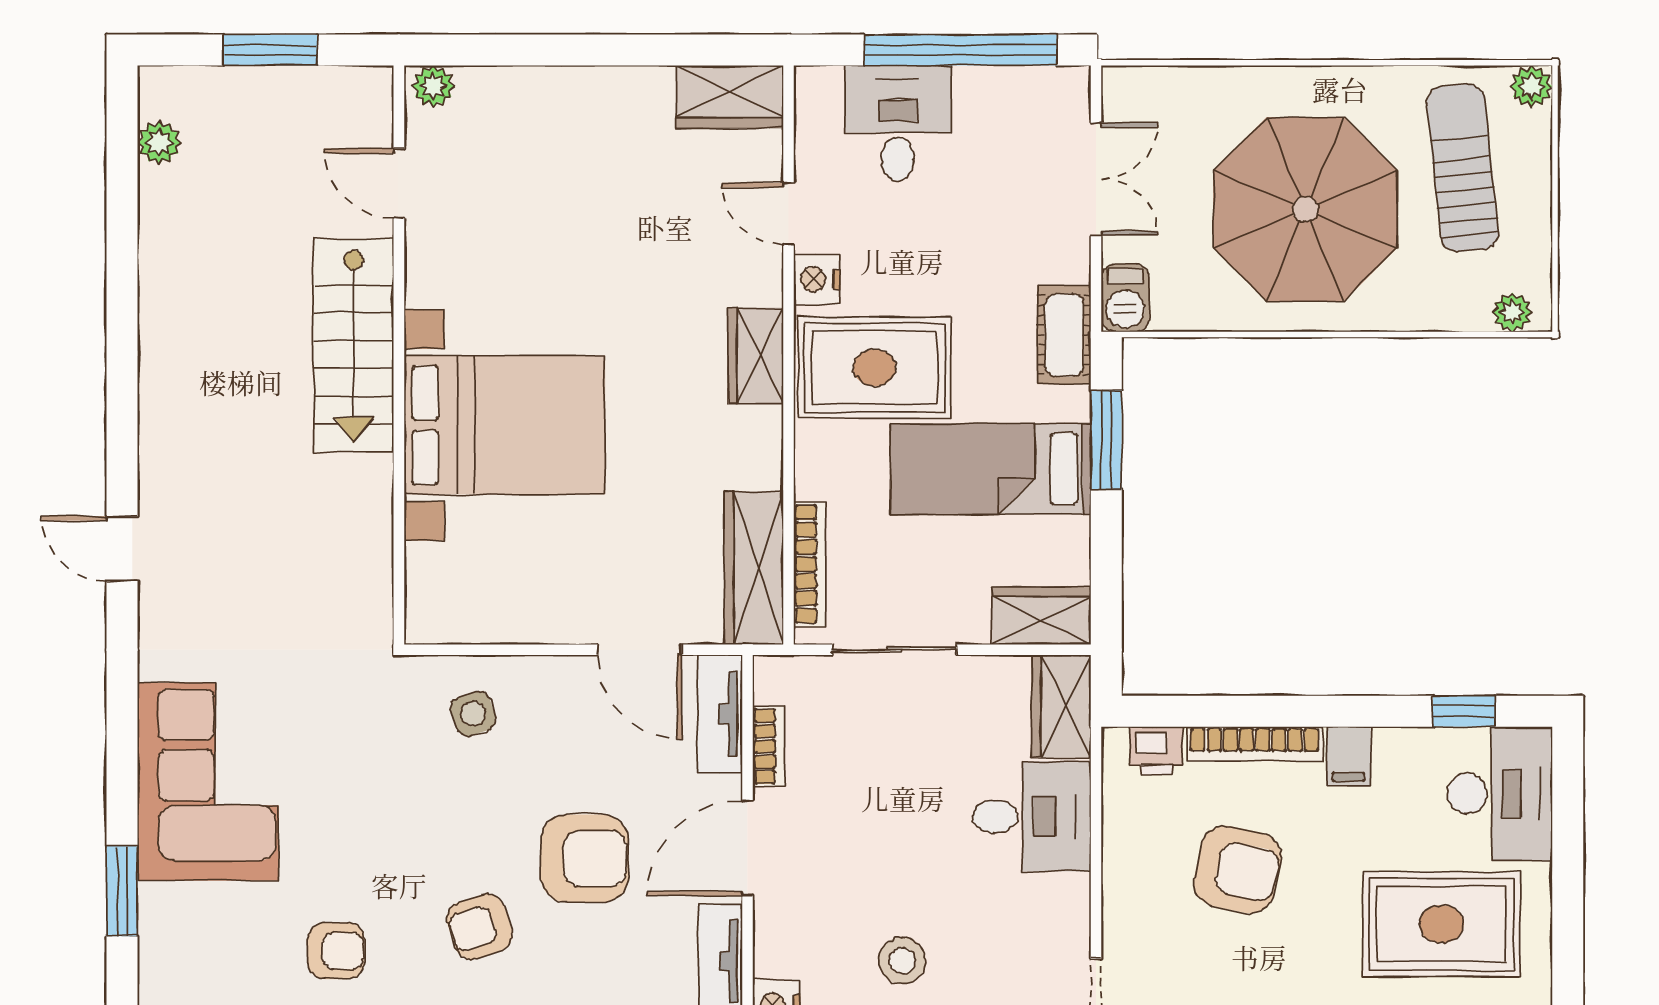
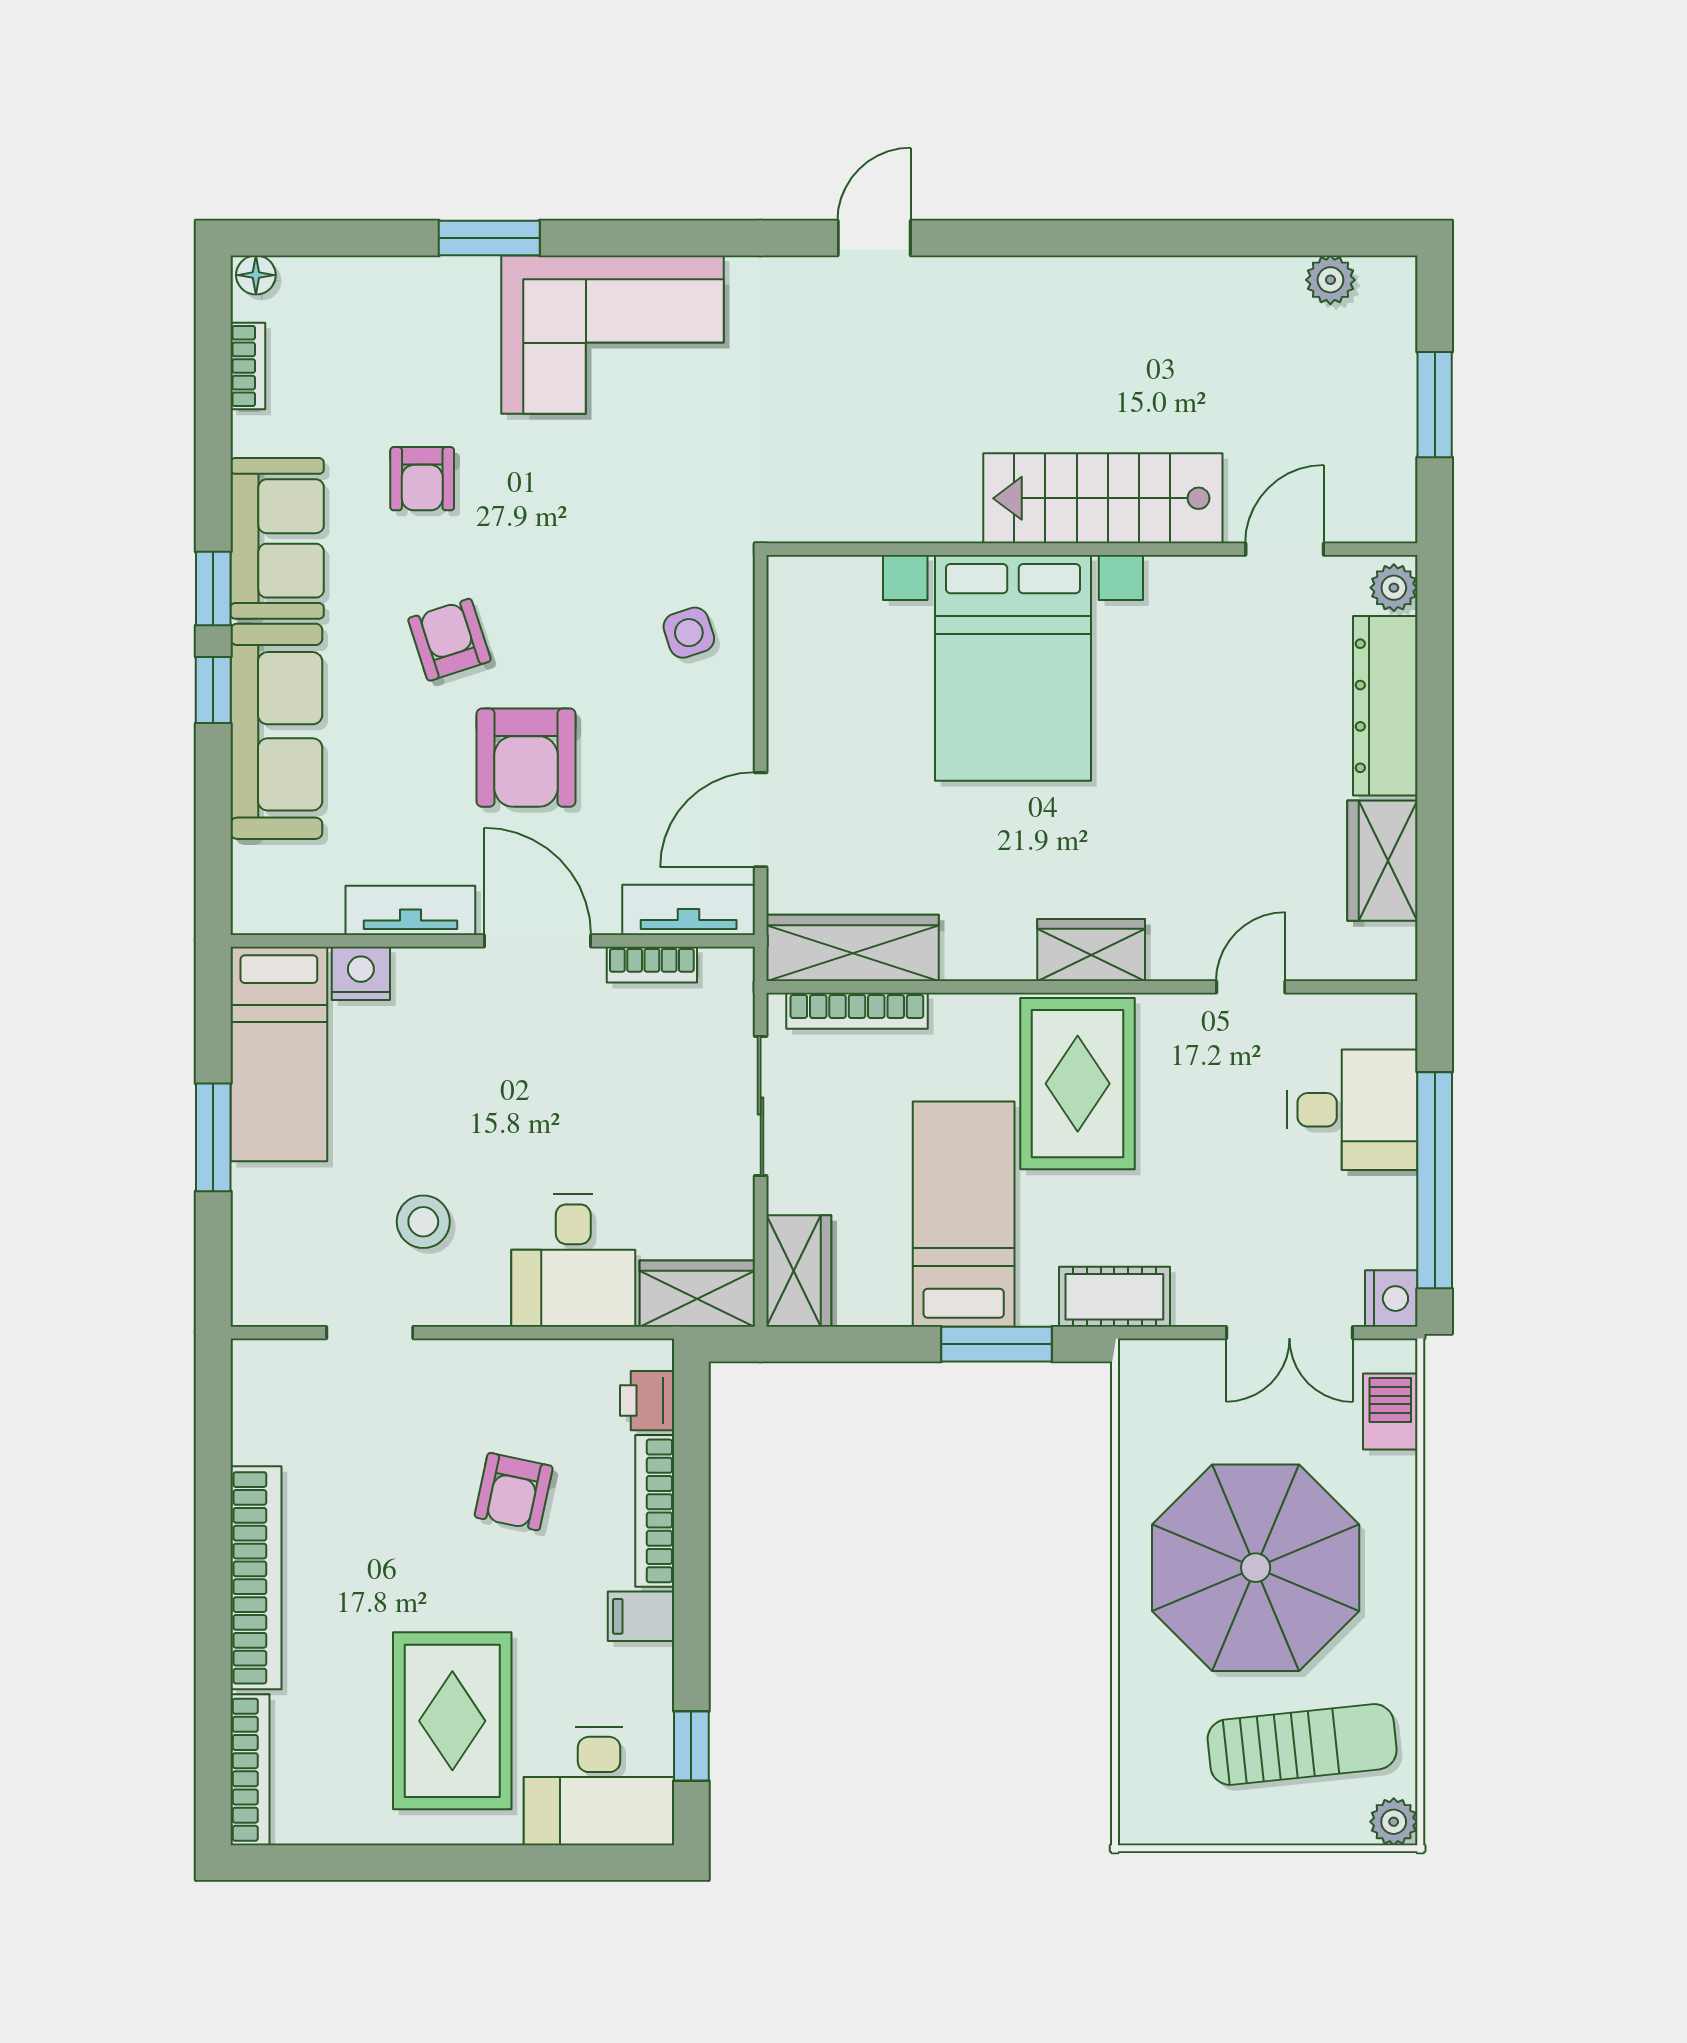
dresser: (538, 94) -> (1385, 706), added
wardrobe: (730, 96) -> (1382, 861), moved
nightstand: (817, 279) -> (1391, 1299), moved, turned 90
barbecue: (1125, 298) -> (1390, 1411), moved, turned 90
plant: (1512, 312) -> (1140, 1800), removed
armchair: (1238, 870) -> (514, 1492), width x0.72, depth x0.72
stool: (902, 961) -> (423, 1222), moved

